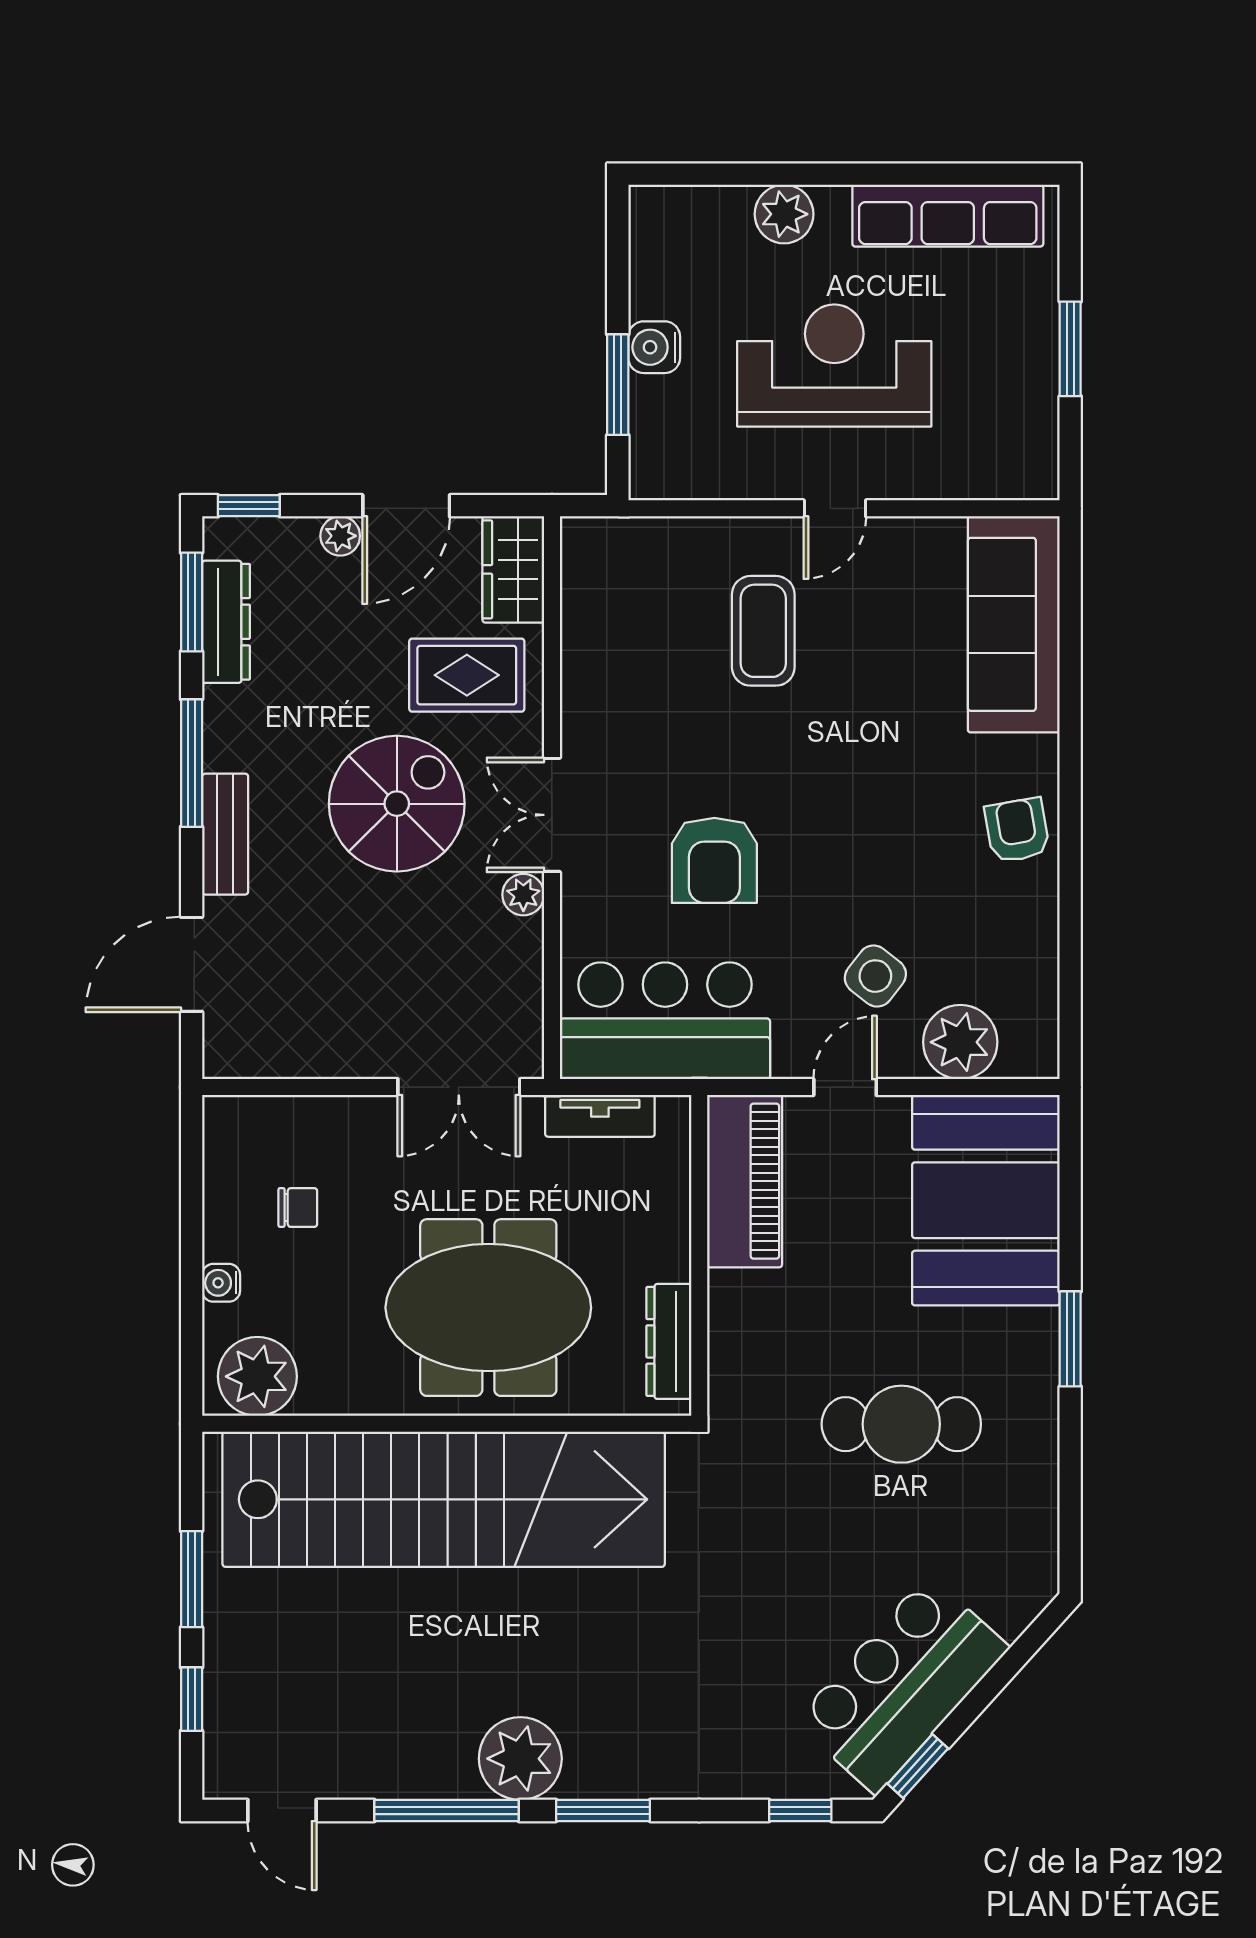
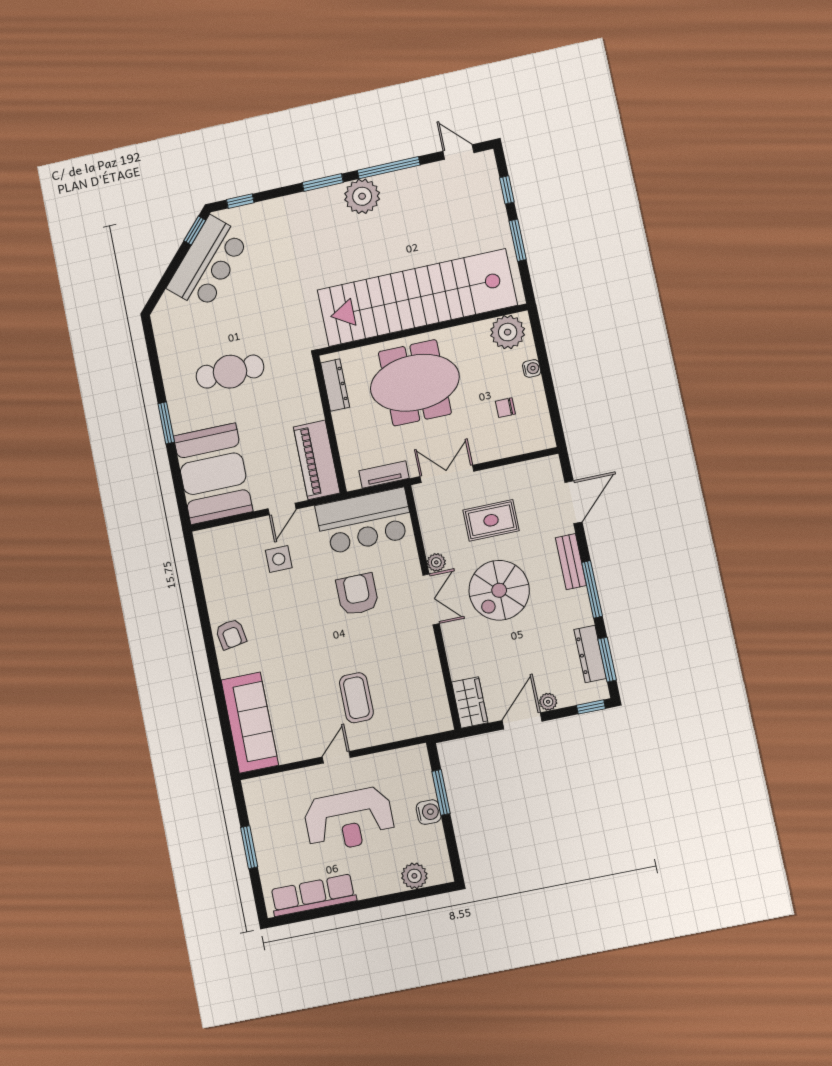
plant: (784, 214) -> (414, 876), moved
rug: (467, 675) -> (491, 520), moved
side table: (875, 976) -> (279, 559), turned -38
plant: (960, 1042) -> (237, 539), removed

